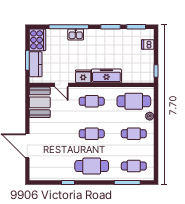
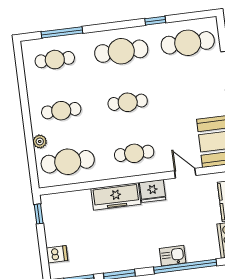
cafe table: (50, 166) -> (188, 43), added

